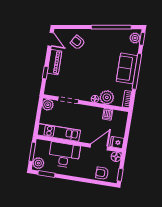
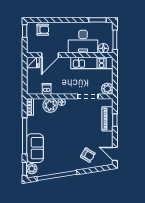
piano: (54, 62) -> (108, 119), moved
sofa: (127, 68) -> (35, 148), moved
floor lamp: (116, 157) -> (103, 48), moved
plant: (38, 163) -> (107, 29), removed

